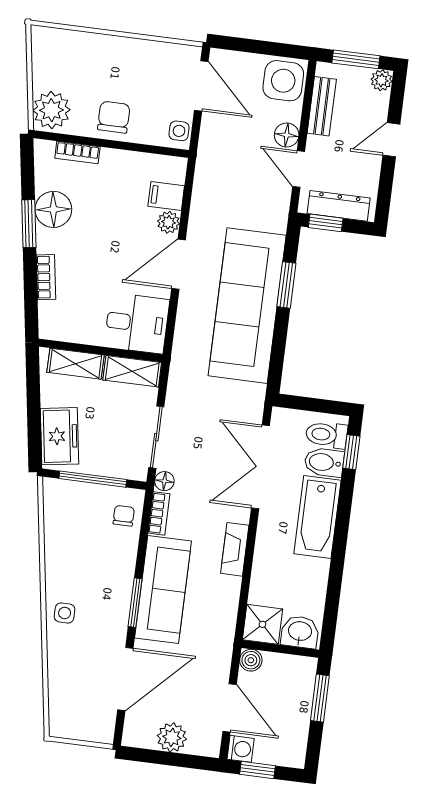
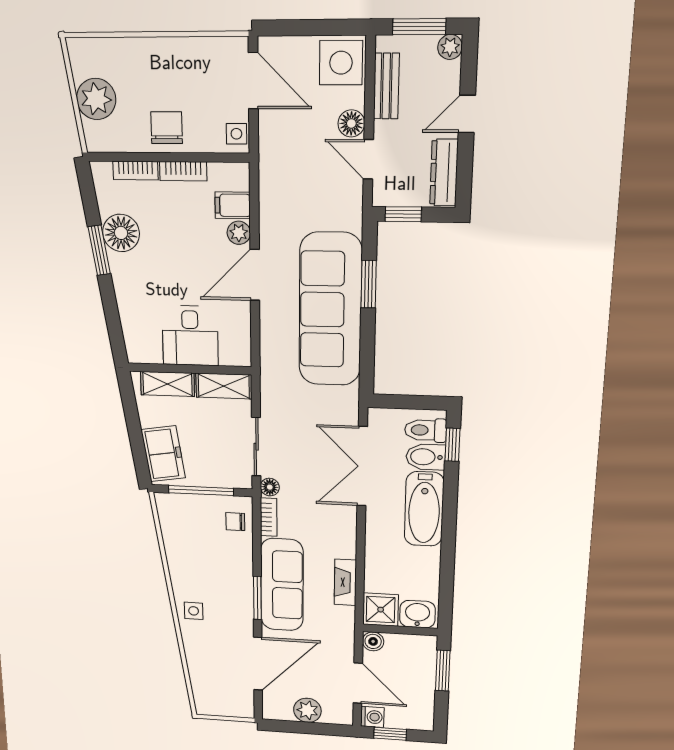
plant: (51, 110) -> (96, 99), moved
dresser: (339, 206) -> (444, 173), moved, turned -90
bookcase: (46, 277) -> (183, 171), moved, turned 99
desk: (137, 323) -> (190, 336), moved, turned 90
chair: (124, 516) -> (235, 522), turned -90
fireplace: (235, 549) -> (345, 582), moved

